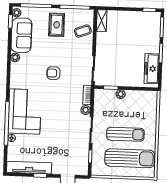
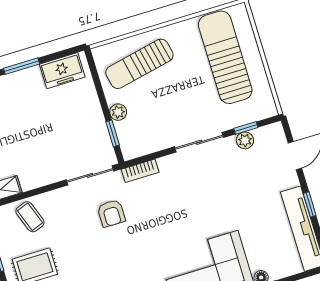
freezer: (152, 69) -> (62, 71), width x0.71
armchair: (53, 73) -> (111, 213), moved
plant: (86, 110) -> (245, 140), moved
sun lounger: (125, 134) -> (139, 64), moved, turned -102

